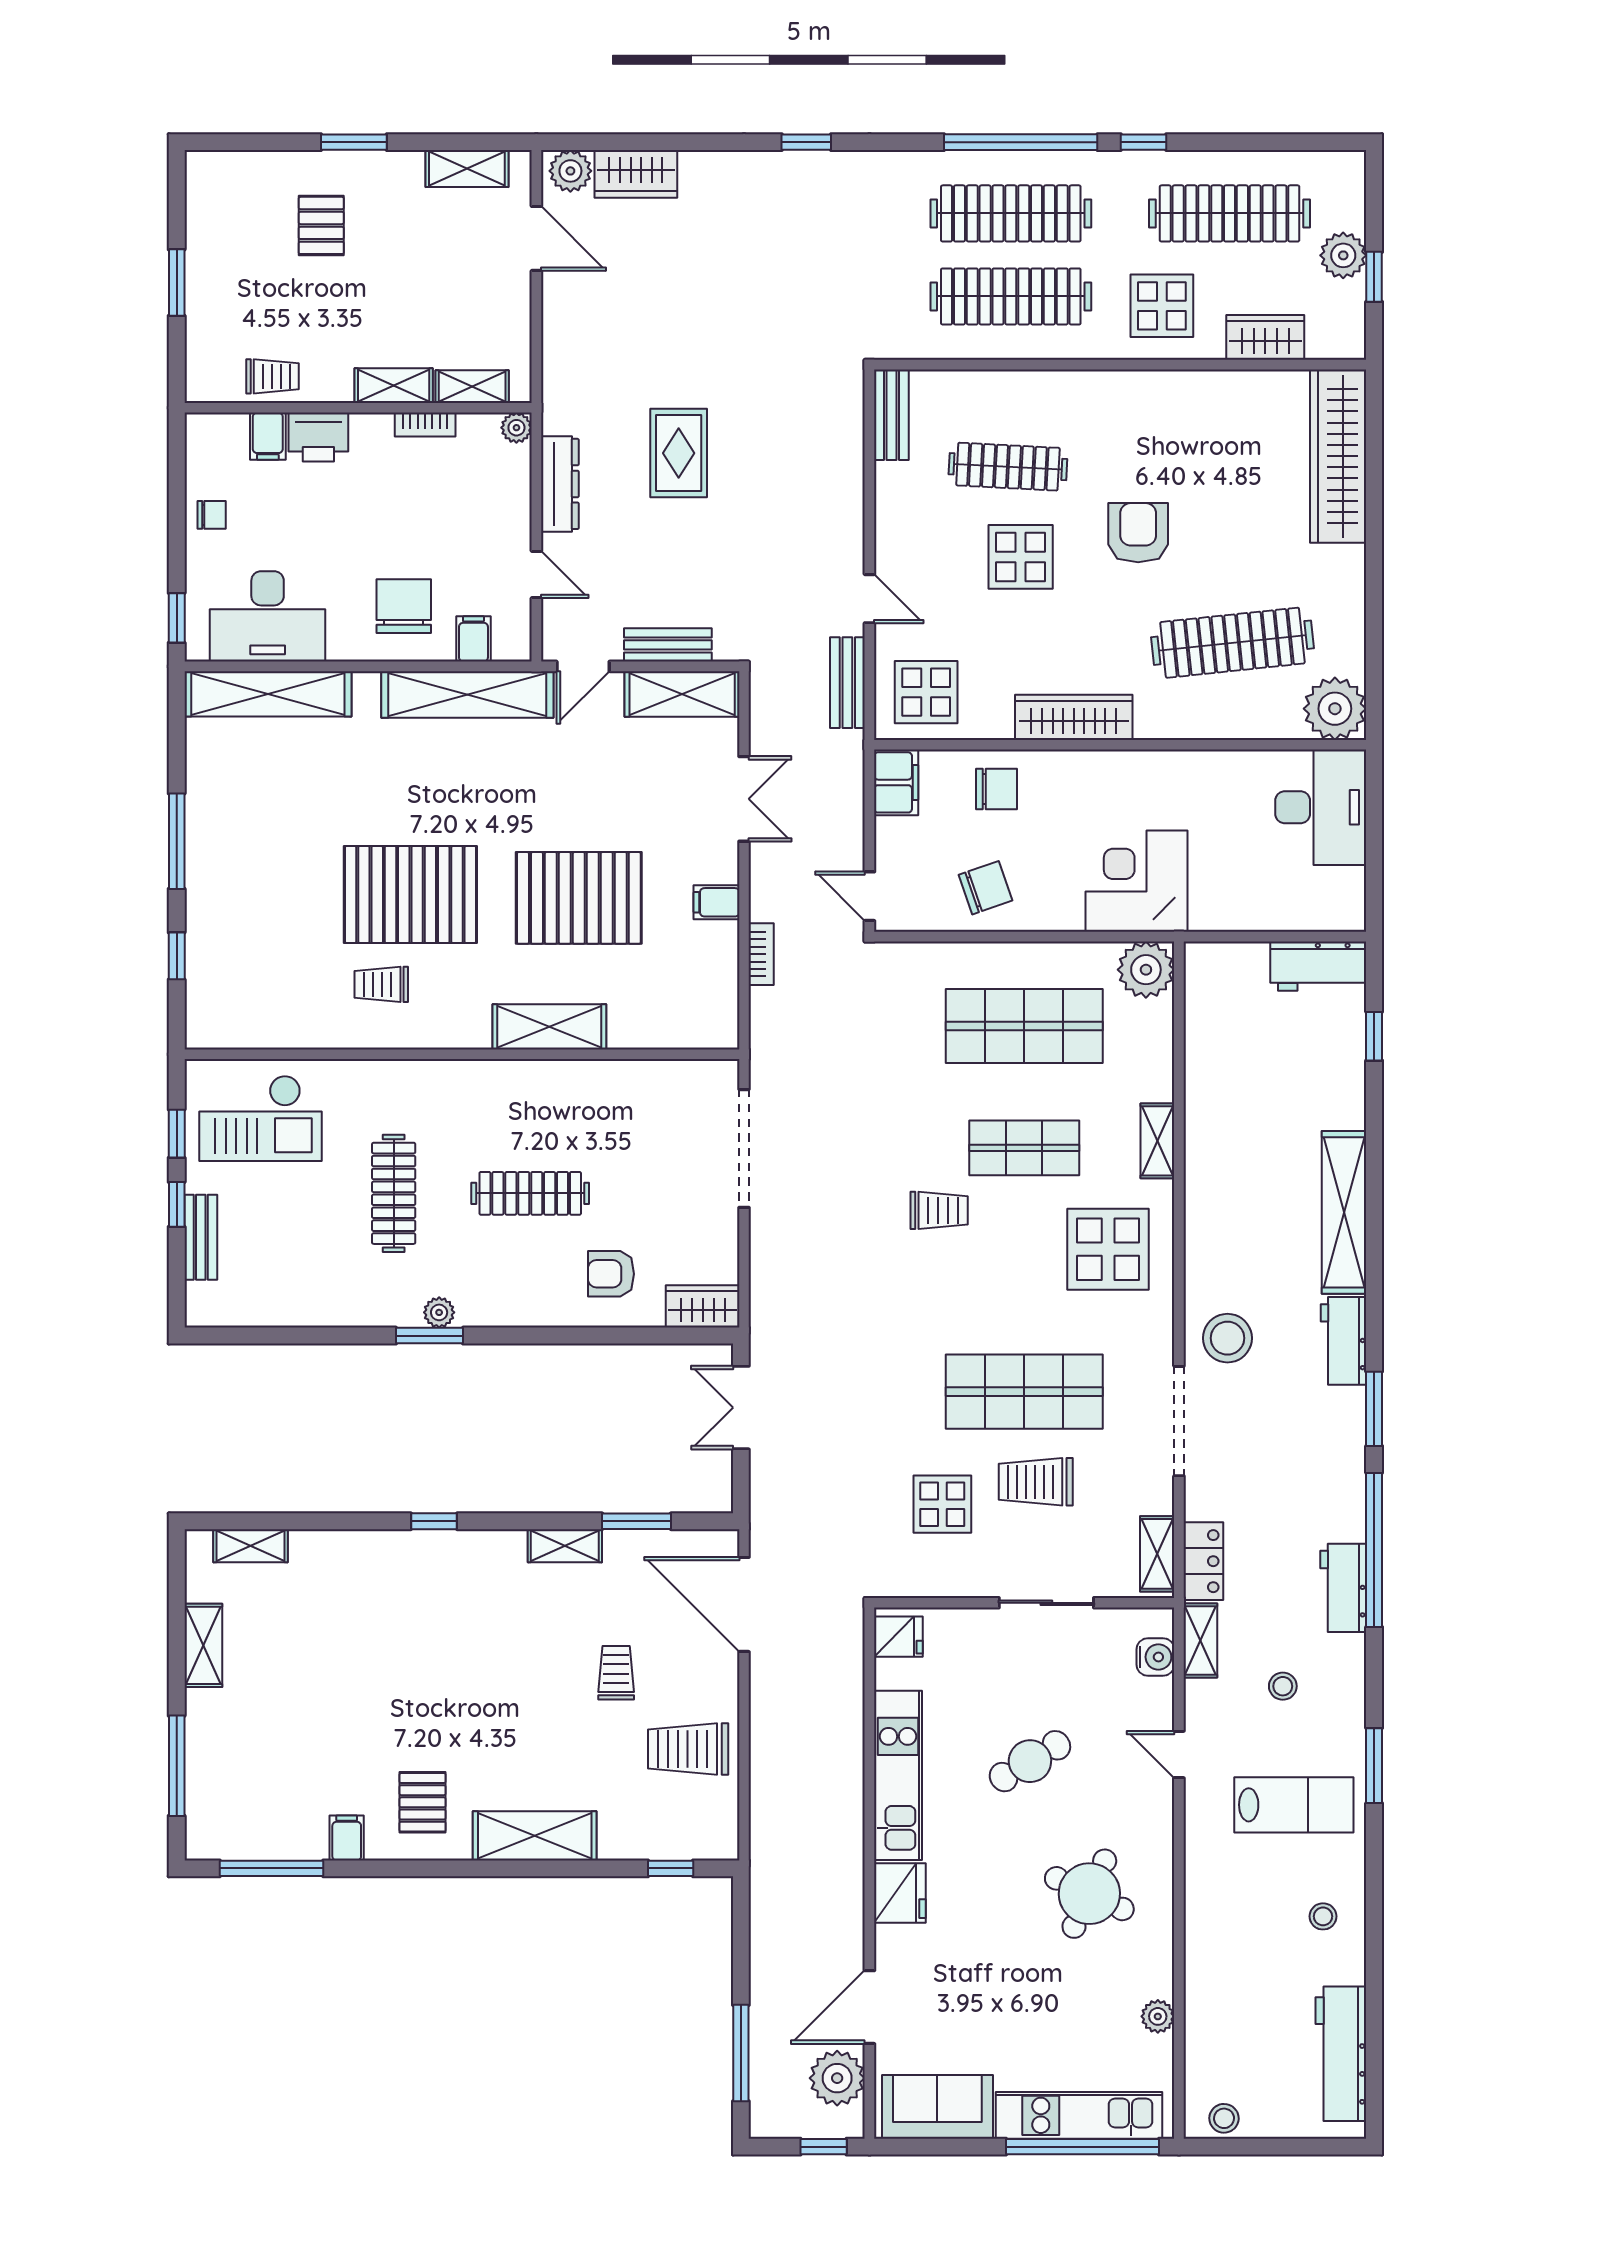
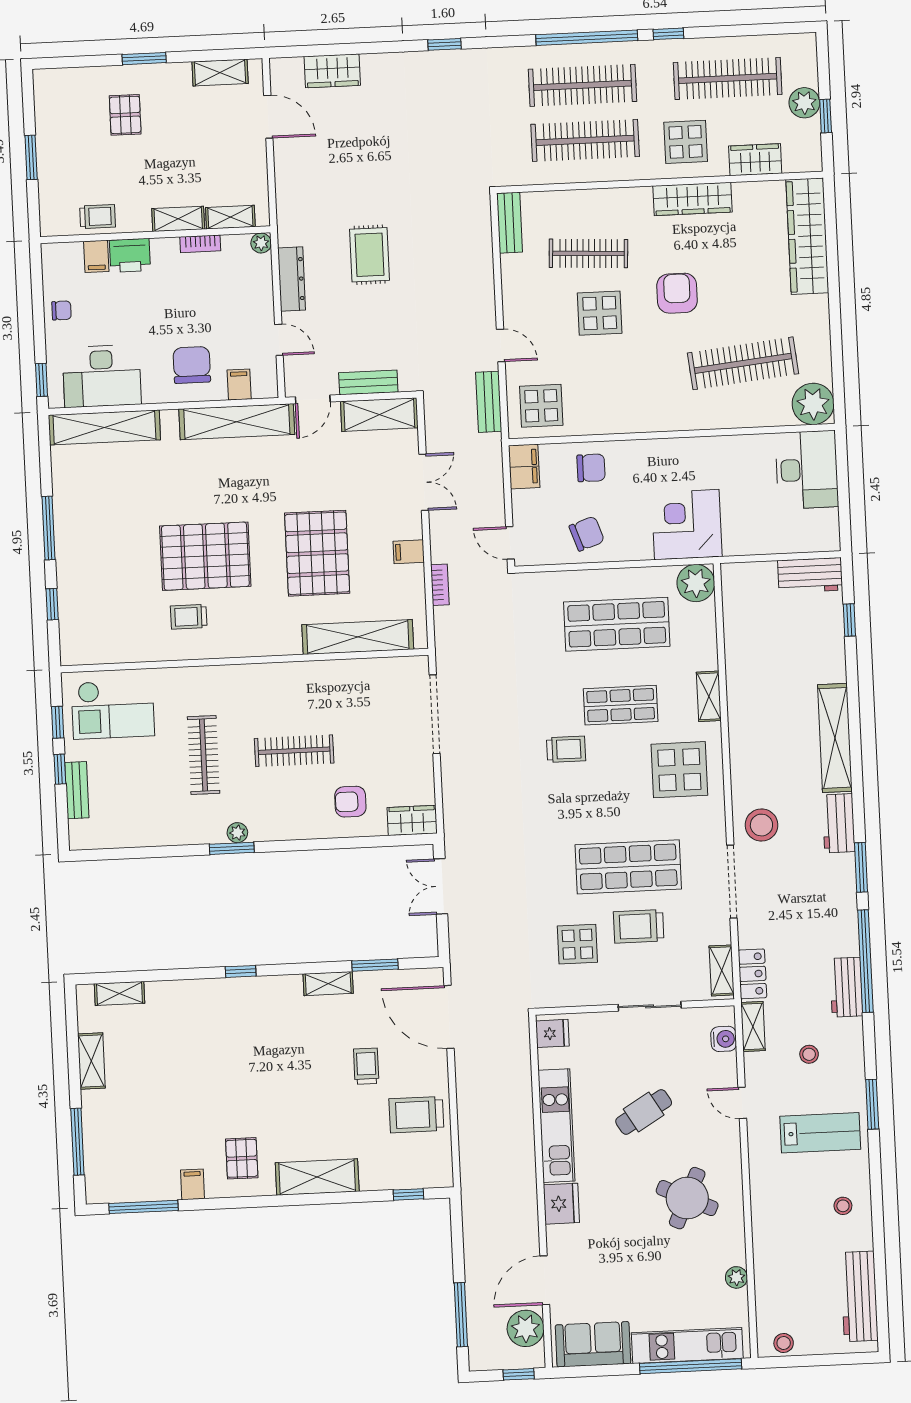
plant: (570, 171) -> (289, 71), removed
wardrobe: (1074, 717) -> (693, 199), moved, turned 180
pallet: (579, 898) -> (317, 553), turned 90
shelving: (549, 1027) -> (358, 637), moved, width x1.47

